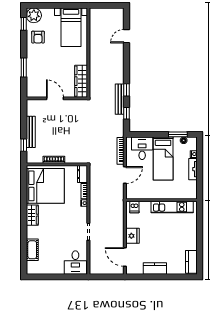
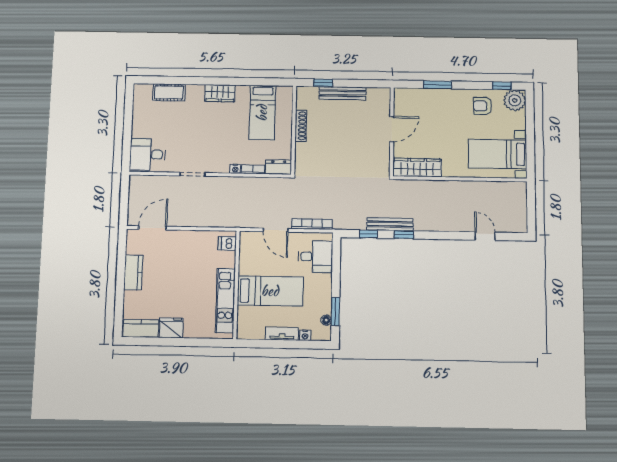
bed: (163, 158) -> (270, 291), moved, turned 180
bed: (45, 186) -> (262, 113), width x0.49
fridge: (133, 236) -> (171, 328), moved, turned 180

